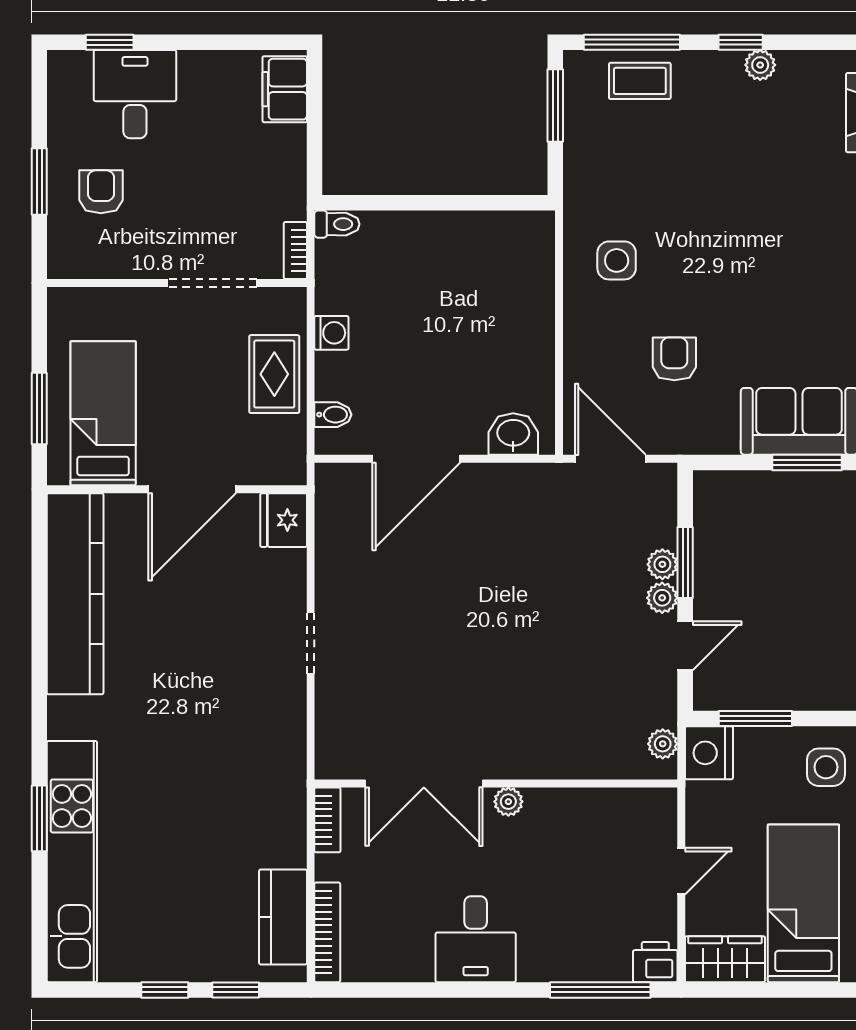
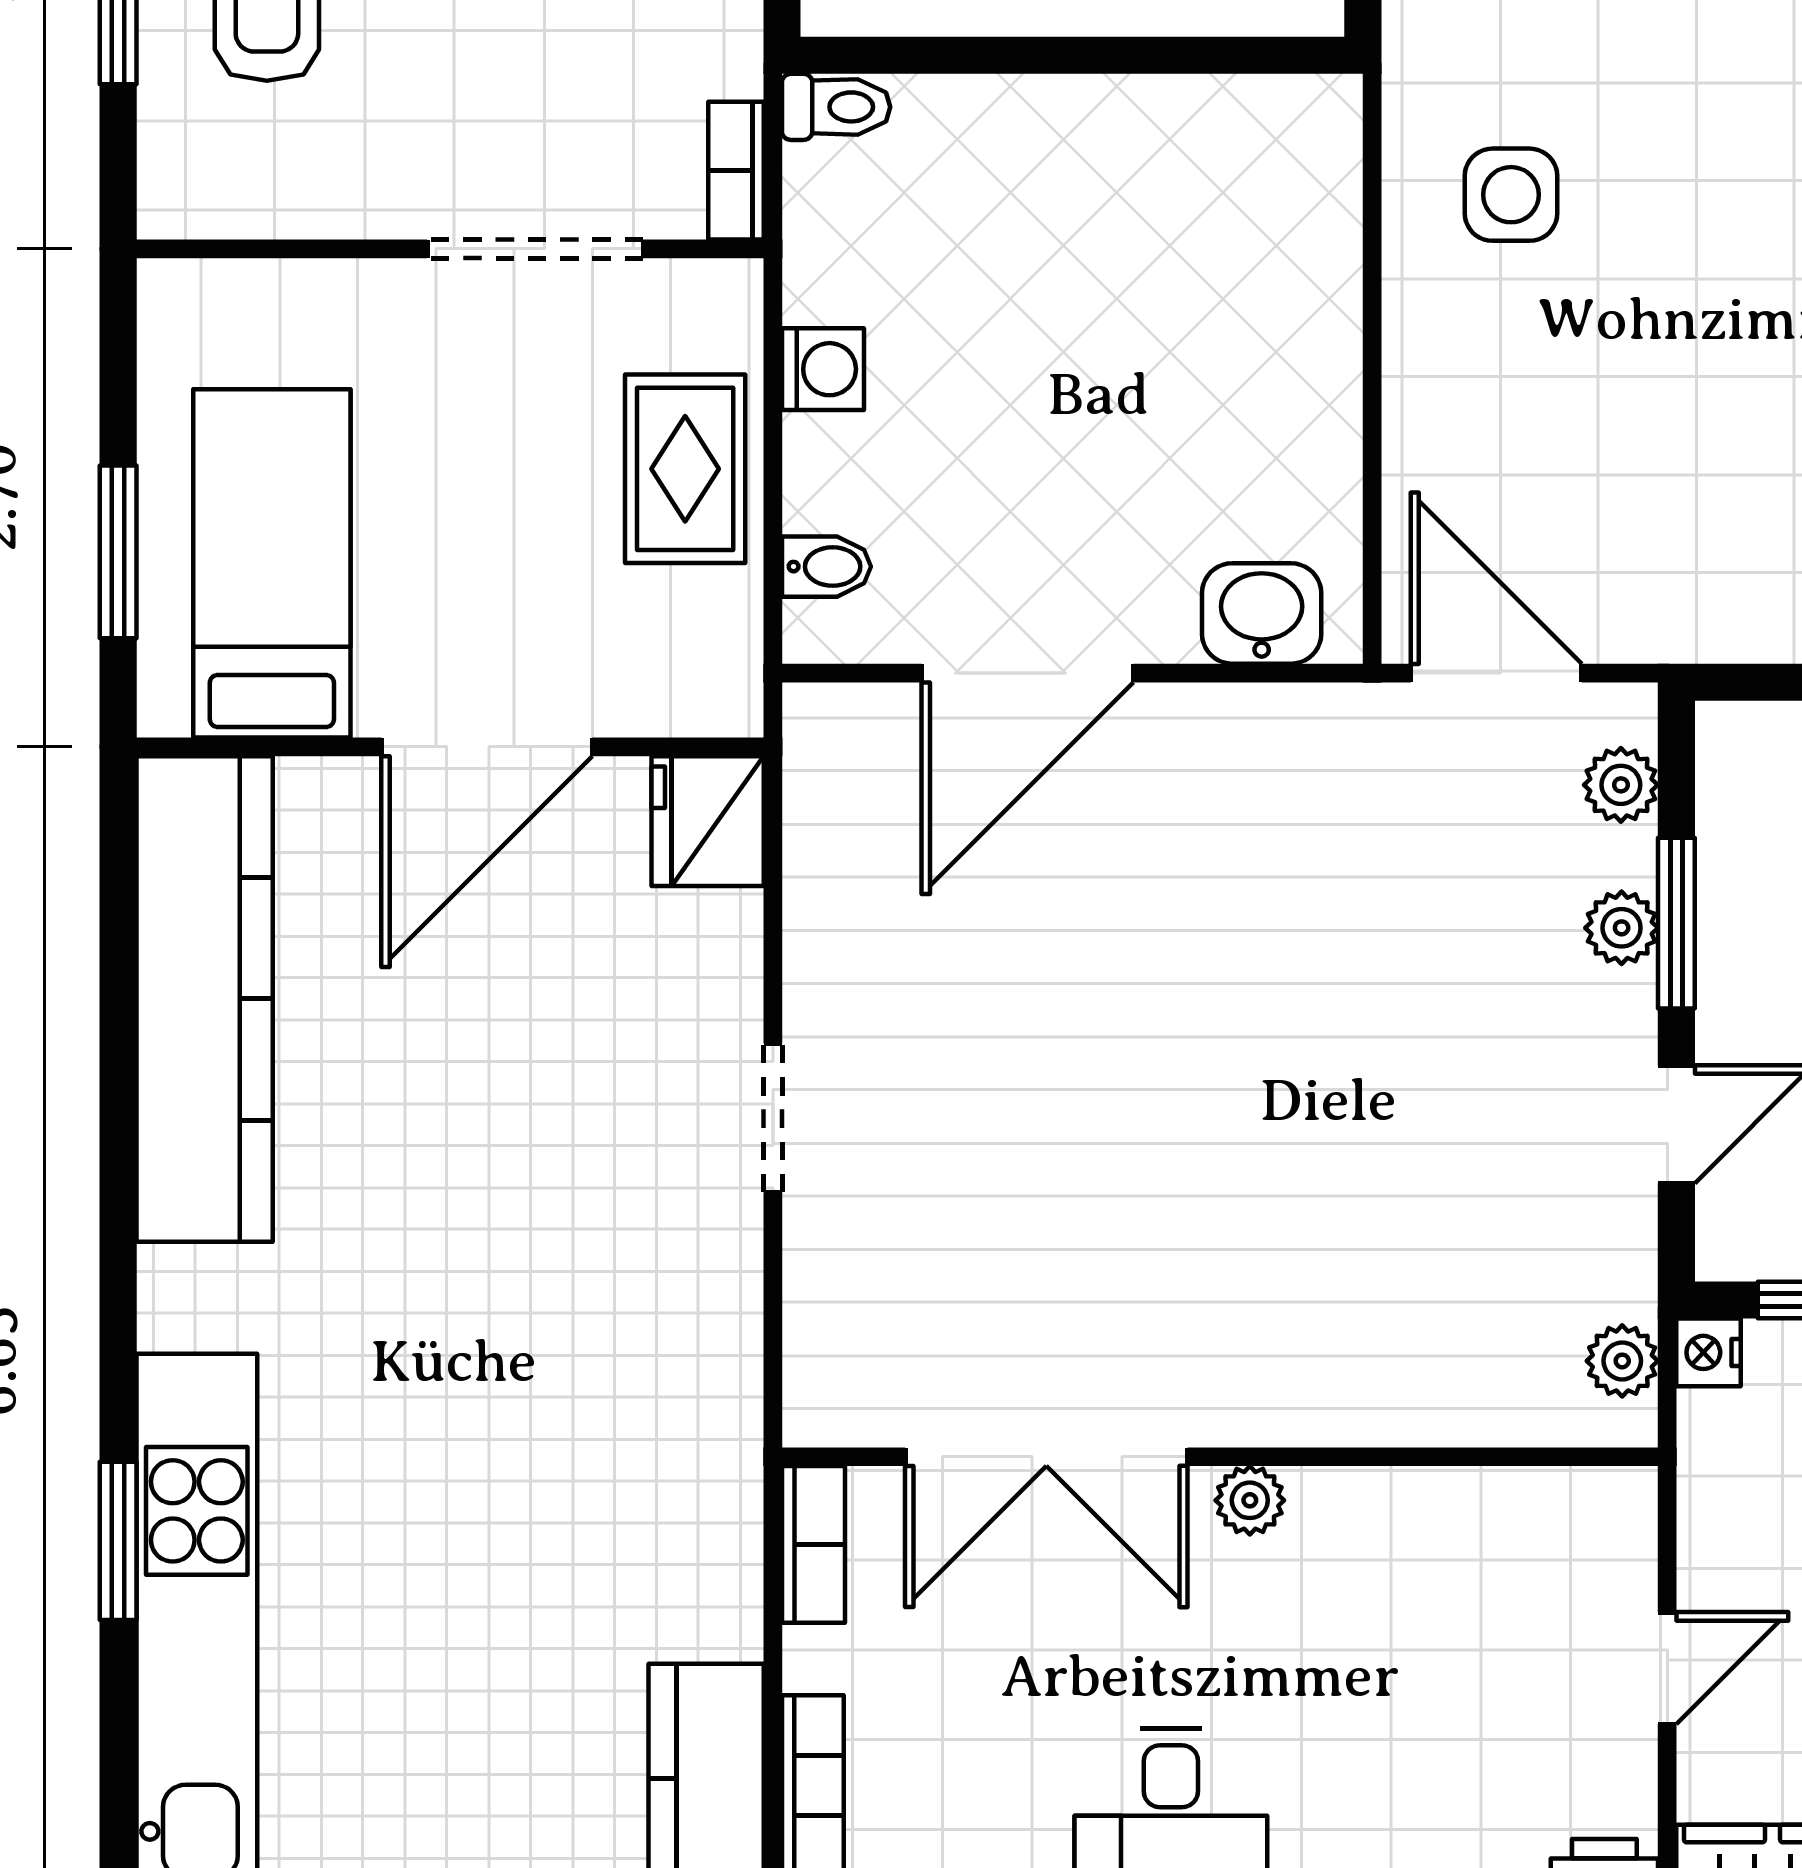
armchair: (674, 359) -> (1650, 432), removed
plant: (662, 598) -> (1621, 785), moved
nightstand: (709, 753) -> (1708, 1352), width x0.53, depth x0.56

